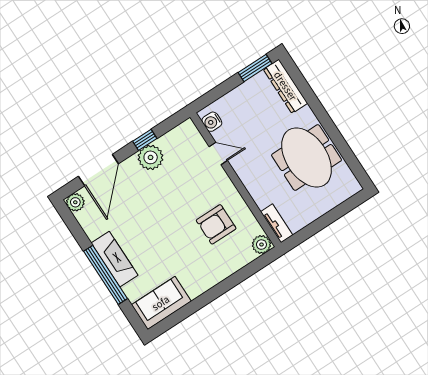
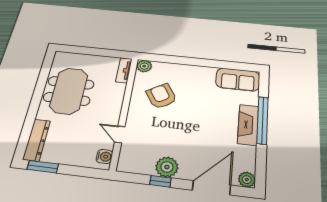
armchair: (216, 224) -> (161, 96), turned -122

